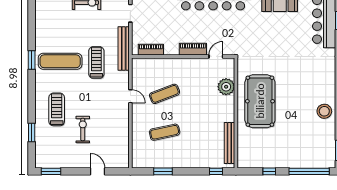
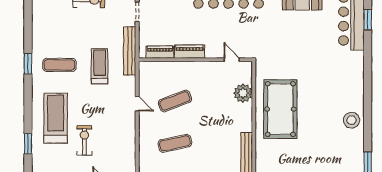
piano: (193, 49) -> (190, 52), moved
door: (216, 57) -> (232, 60), hinge flipped
exercise mat: (60, 61) -> (59, 65), width x0.73, depth x0.69
treadmill: (57, 109) -> (56, 118), width x1.37, depth x1.38

